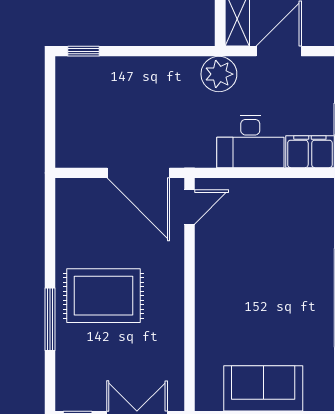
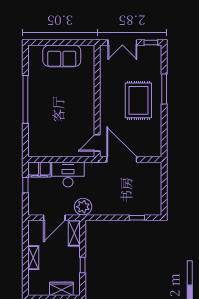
window: (83, 51) -> (137, 218), moved
rug: (103, 296) -> (138, 100), turned 90

